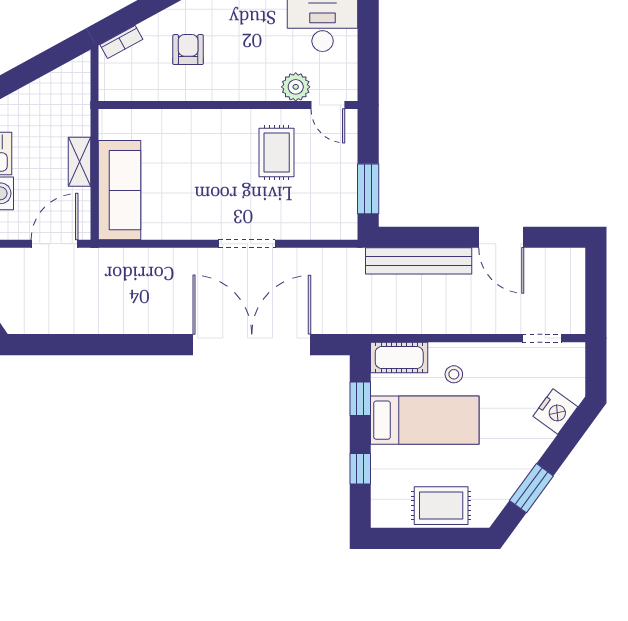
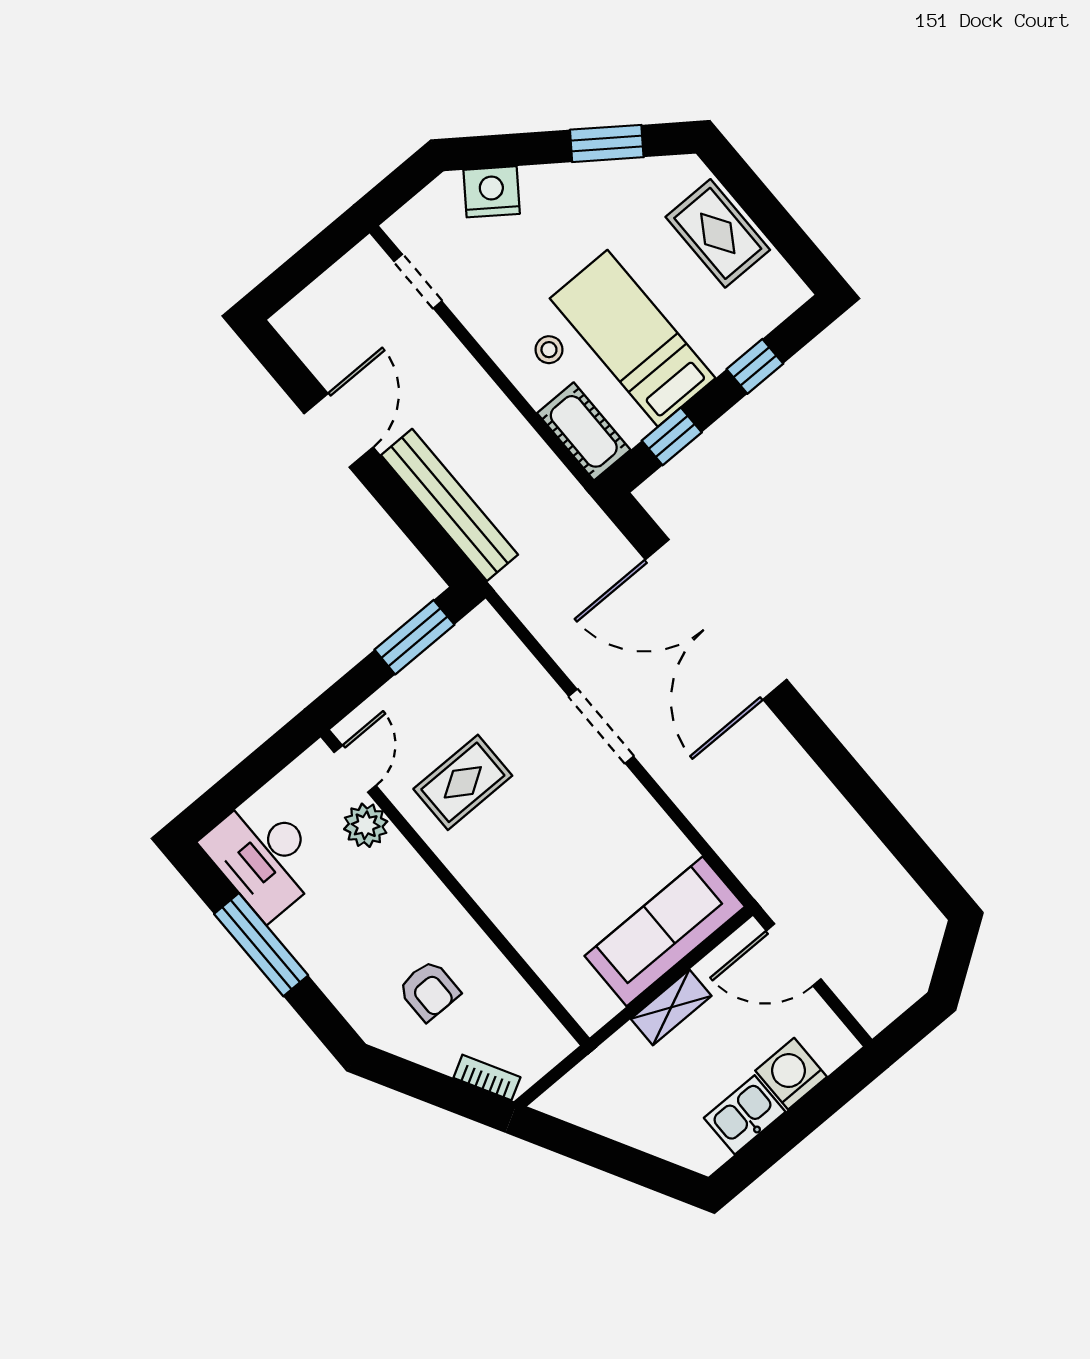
armchair: (188, 50) -> (429, 990), turned -90

